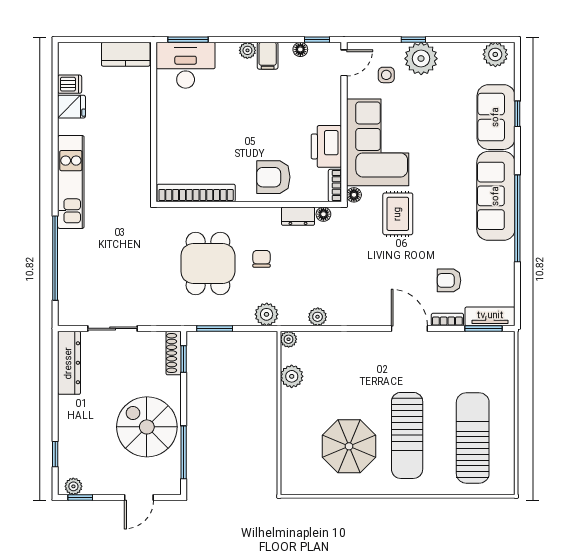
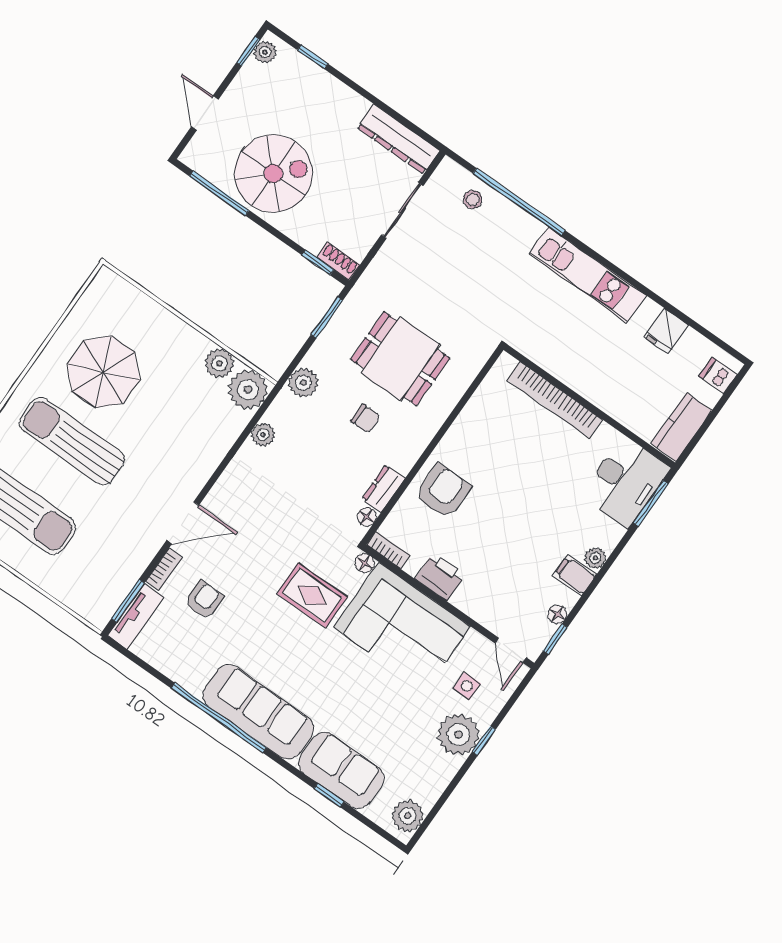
dishwasher: (70, 84) -> (718, 375), moved, turned 90
printer: (326, 146) -> (440, 577), width x0.73, depth x0.84
bookcase: (196, 193) -> (555, 400), moved, turned 90
stool: (74, 289) -> (473, 199), added
plant: (289, 339) -> (248, 390), width x1.87, depth x1.87
shoe rack: (174, 353) -> (338, 261), width x0.70

